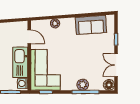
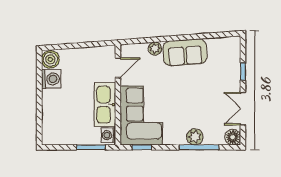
sofa: (91, 25) -> (185, 52), moved
door: (29, 37) -> (118, 68), hinge flipped

